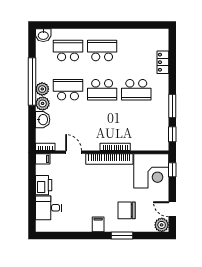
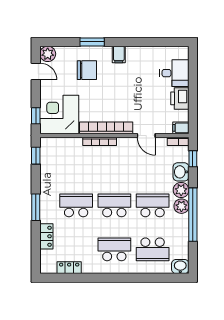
locker: (142, 34) -> (69, 268), added
school desk: (102, 51) -> (114, 249), turned 180
school desk: (68, 90) -> (153, 205), turned 180
window: (172, 106) -> (36, 207), moved
window: (32, 131) -> (193, 159), added

